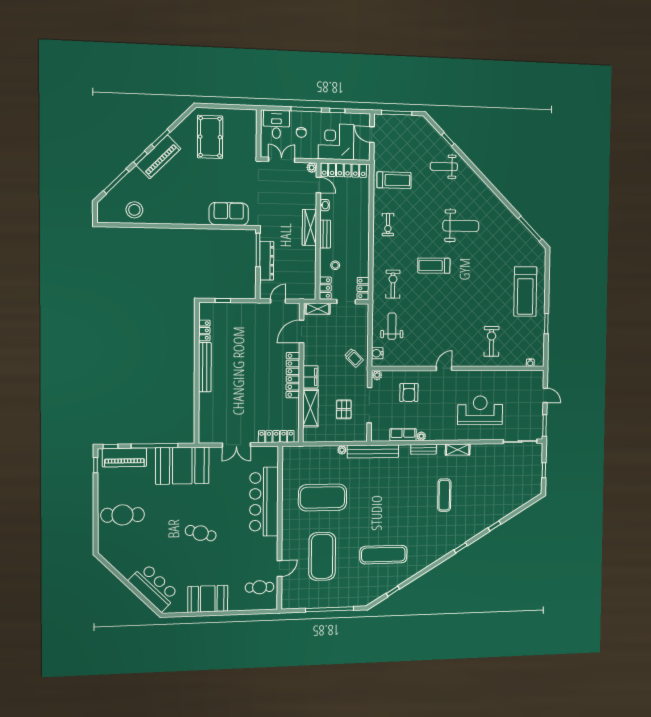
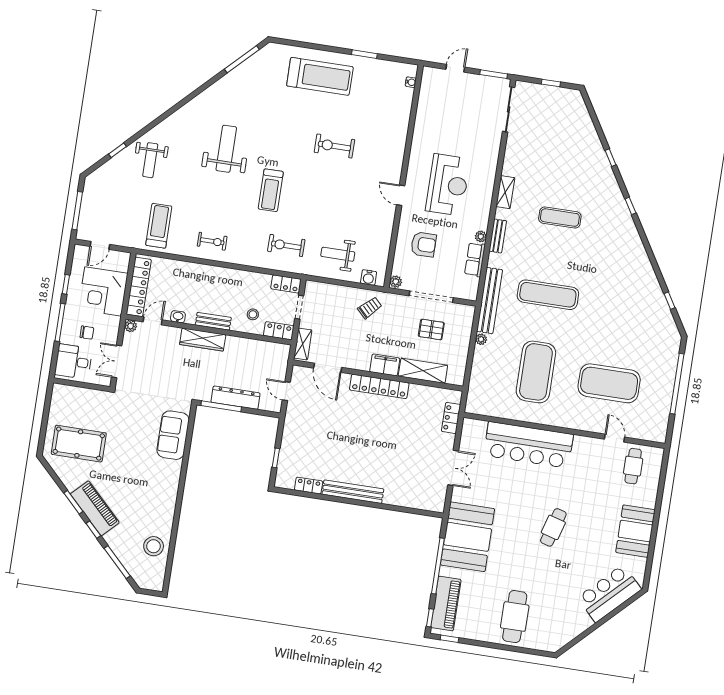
exercise bike: (491, 341) -> (334, 146), moved
reception desk: (480, 410) -> (448, 185), moved, turned 180
locker: (276, 436) -> (451, 418), width x0.66
exercise mat: (383, 555) -> (548, 295), moved, turned 90

